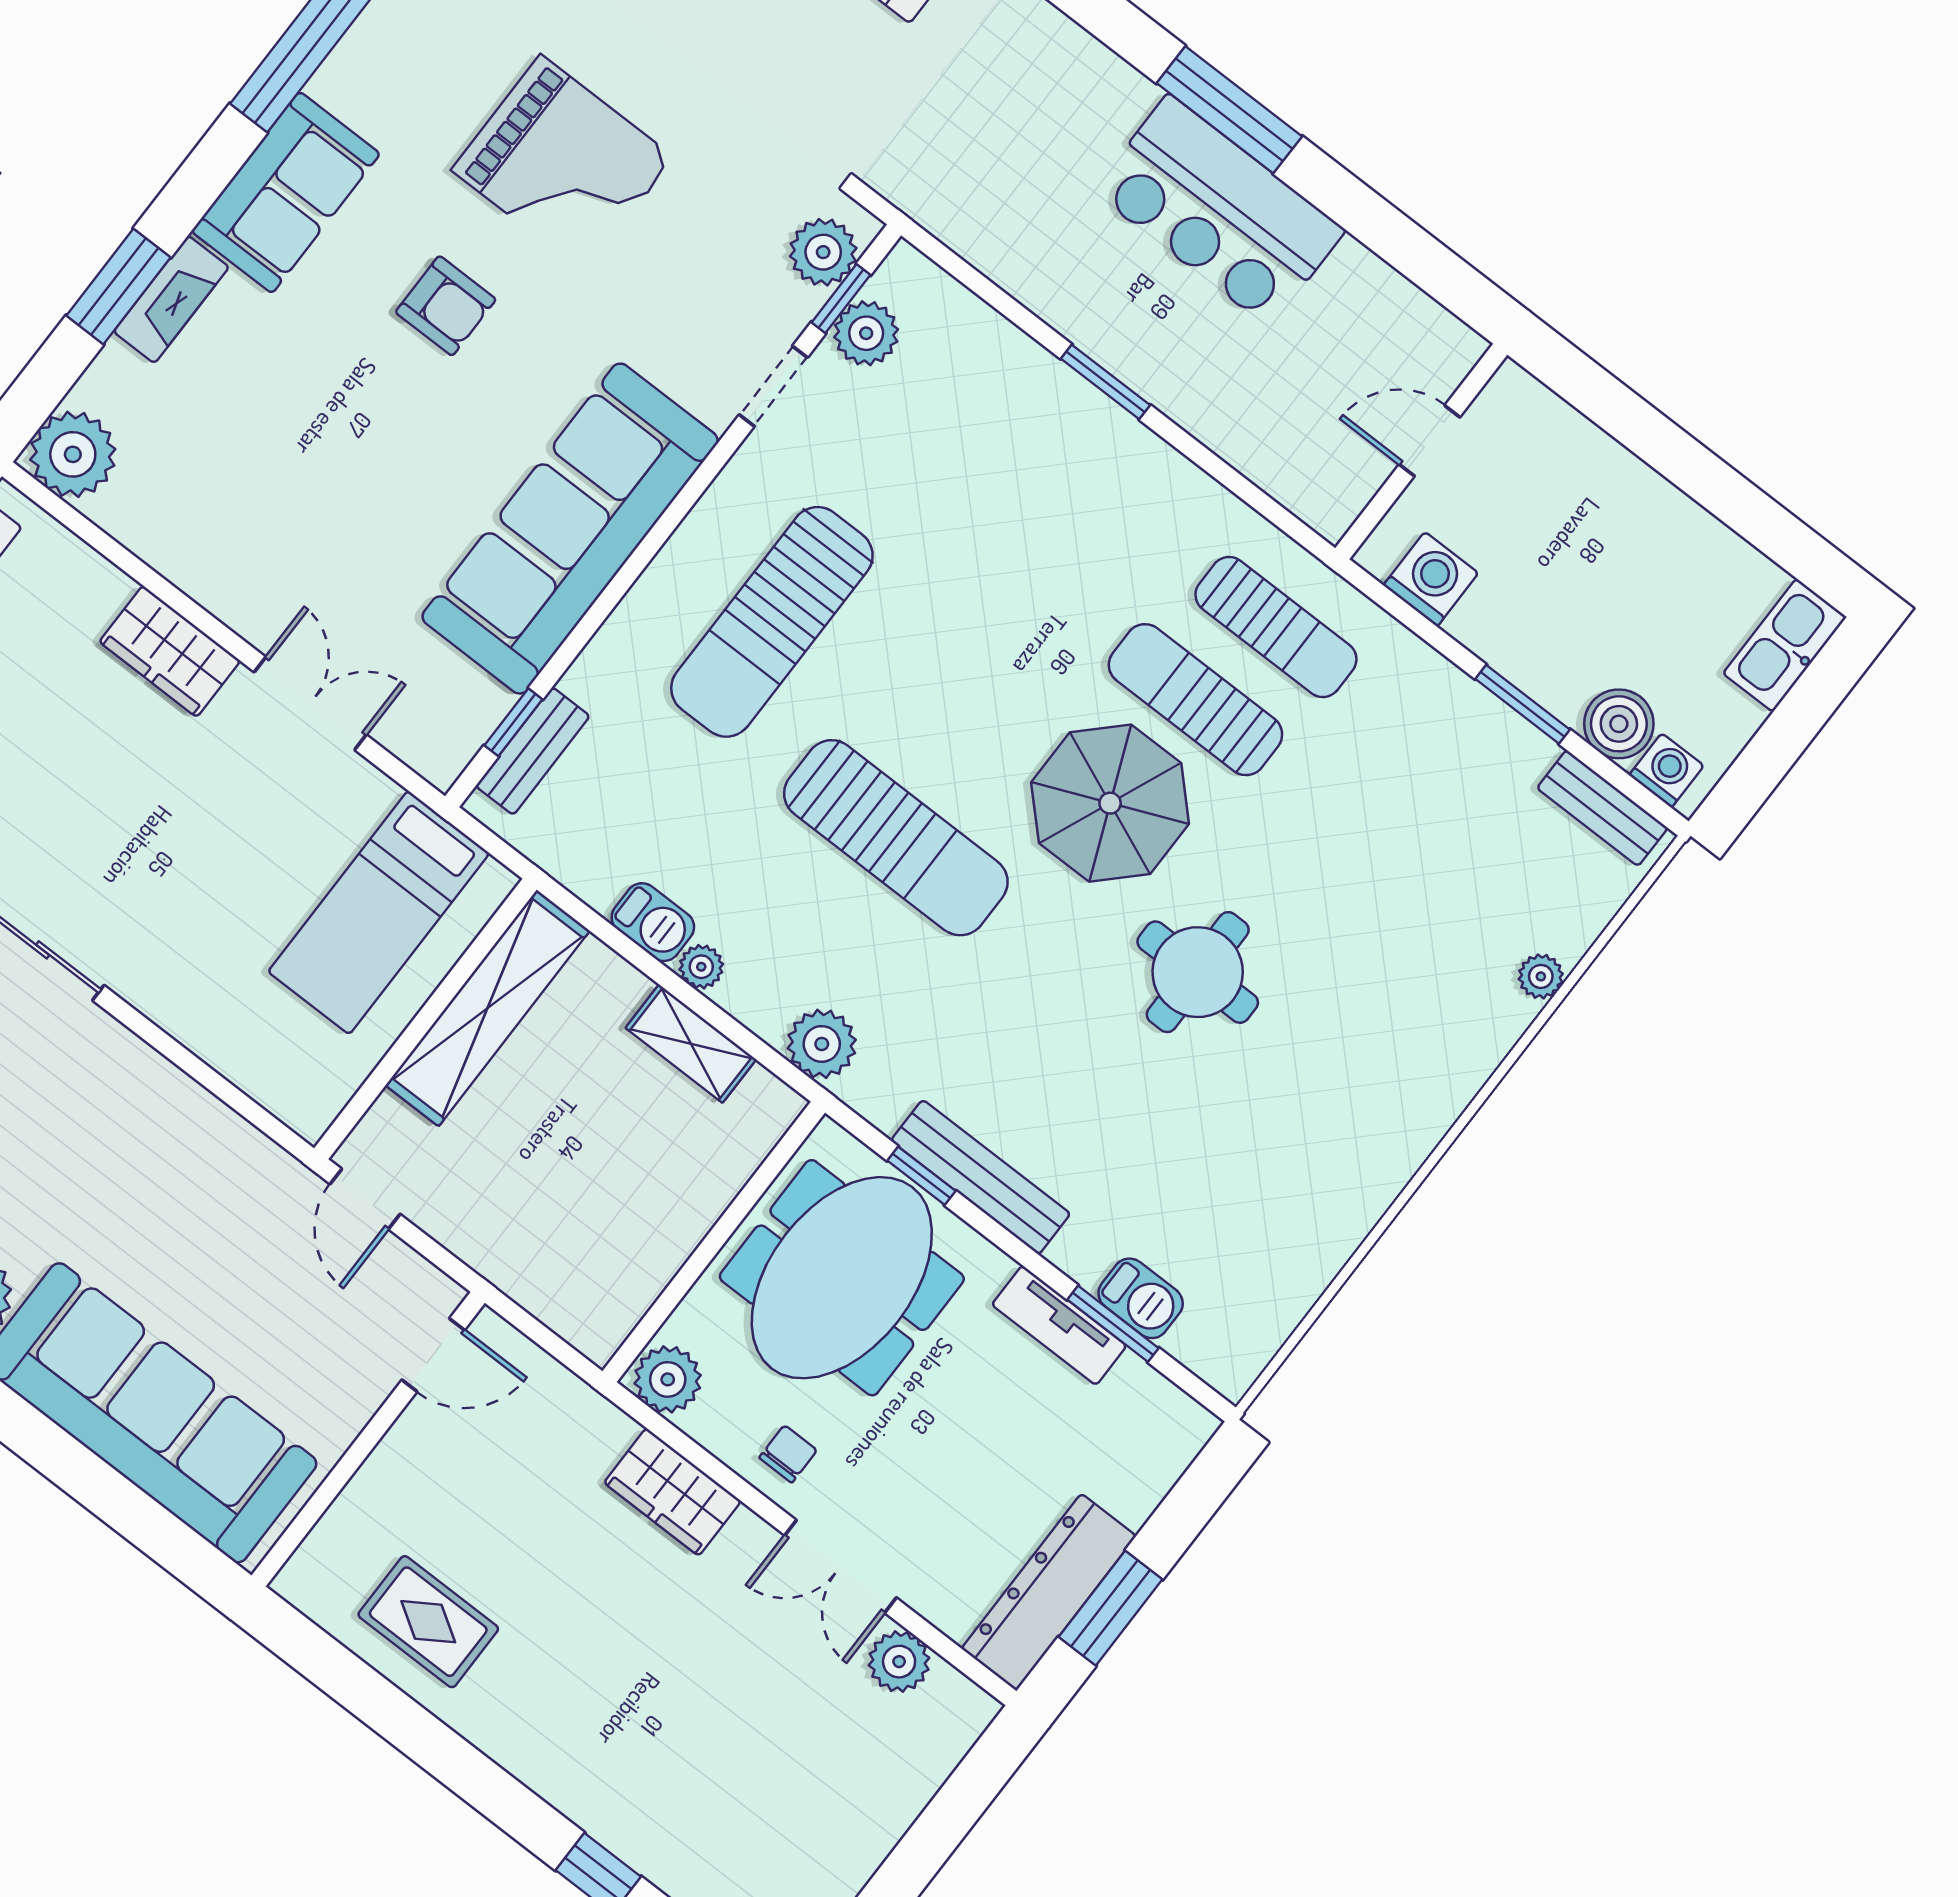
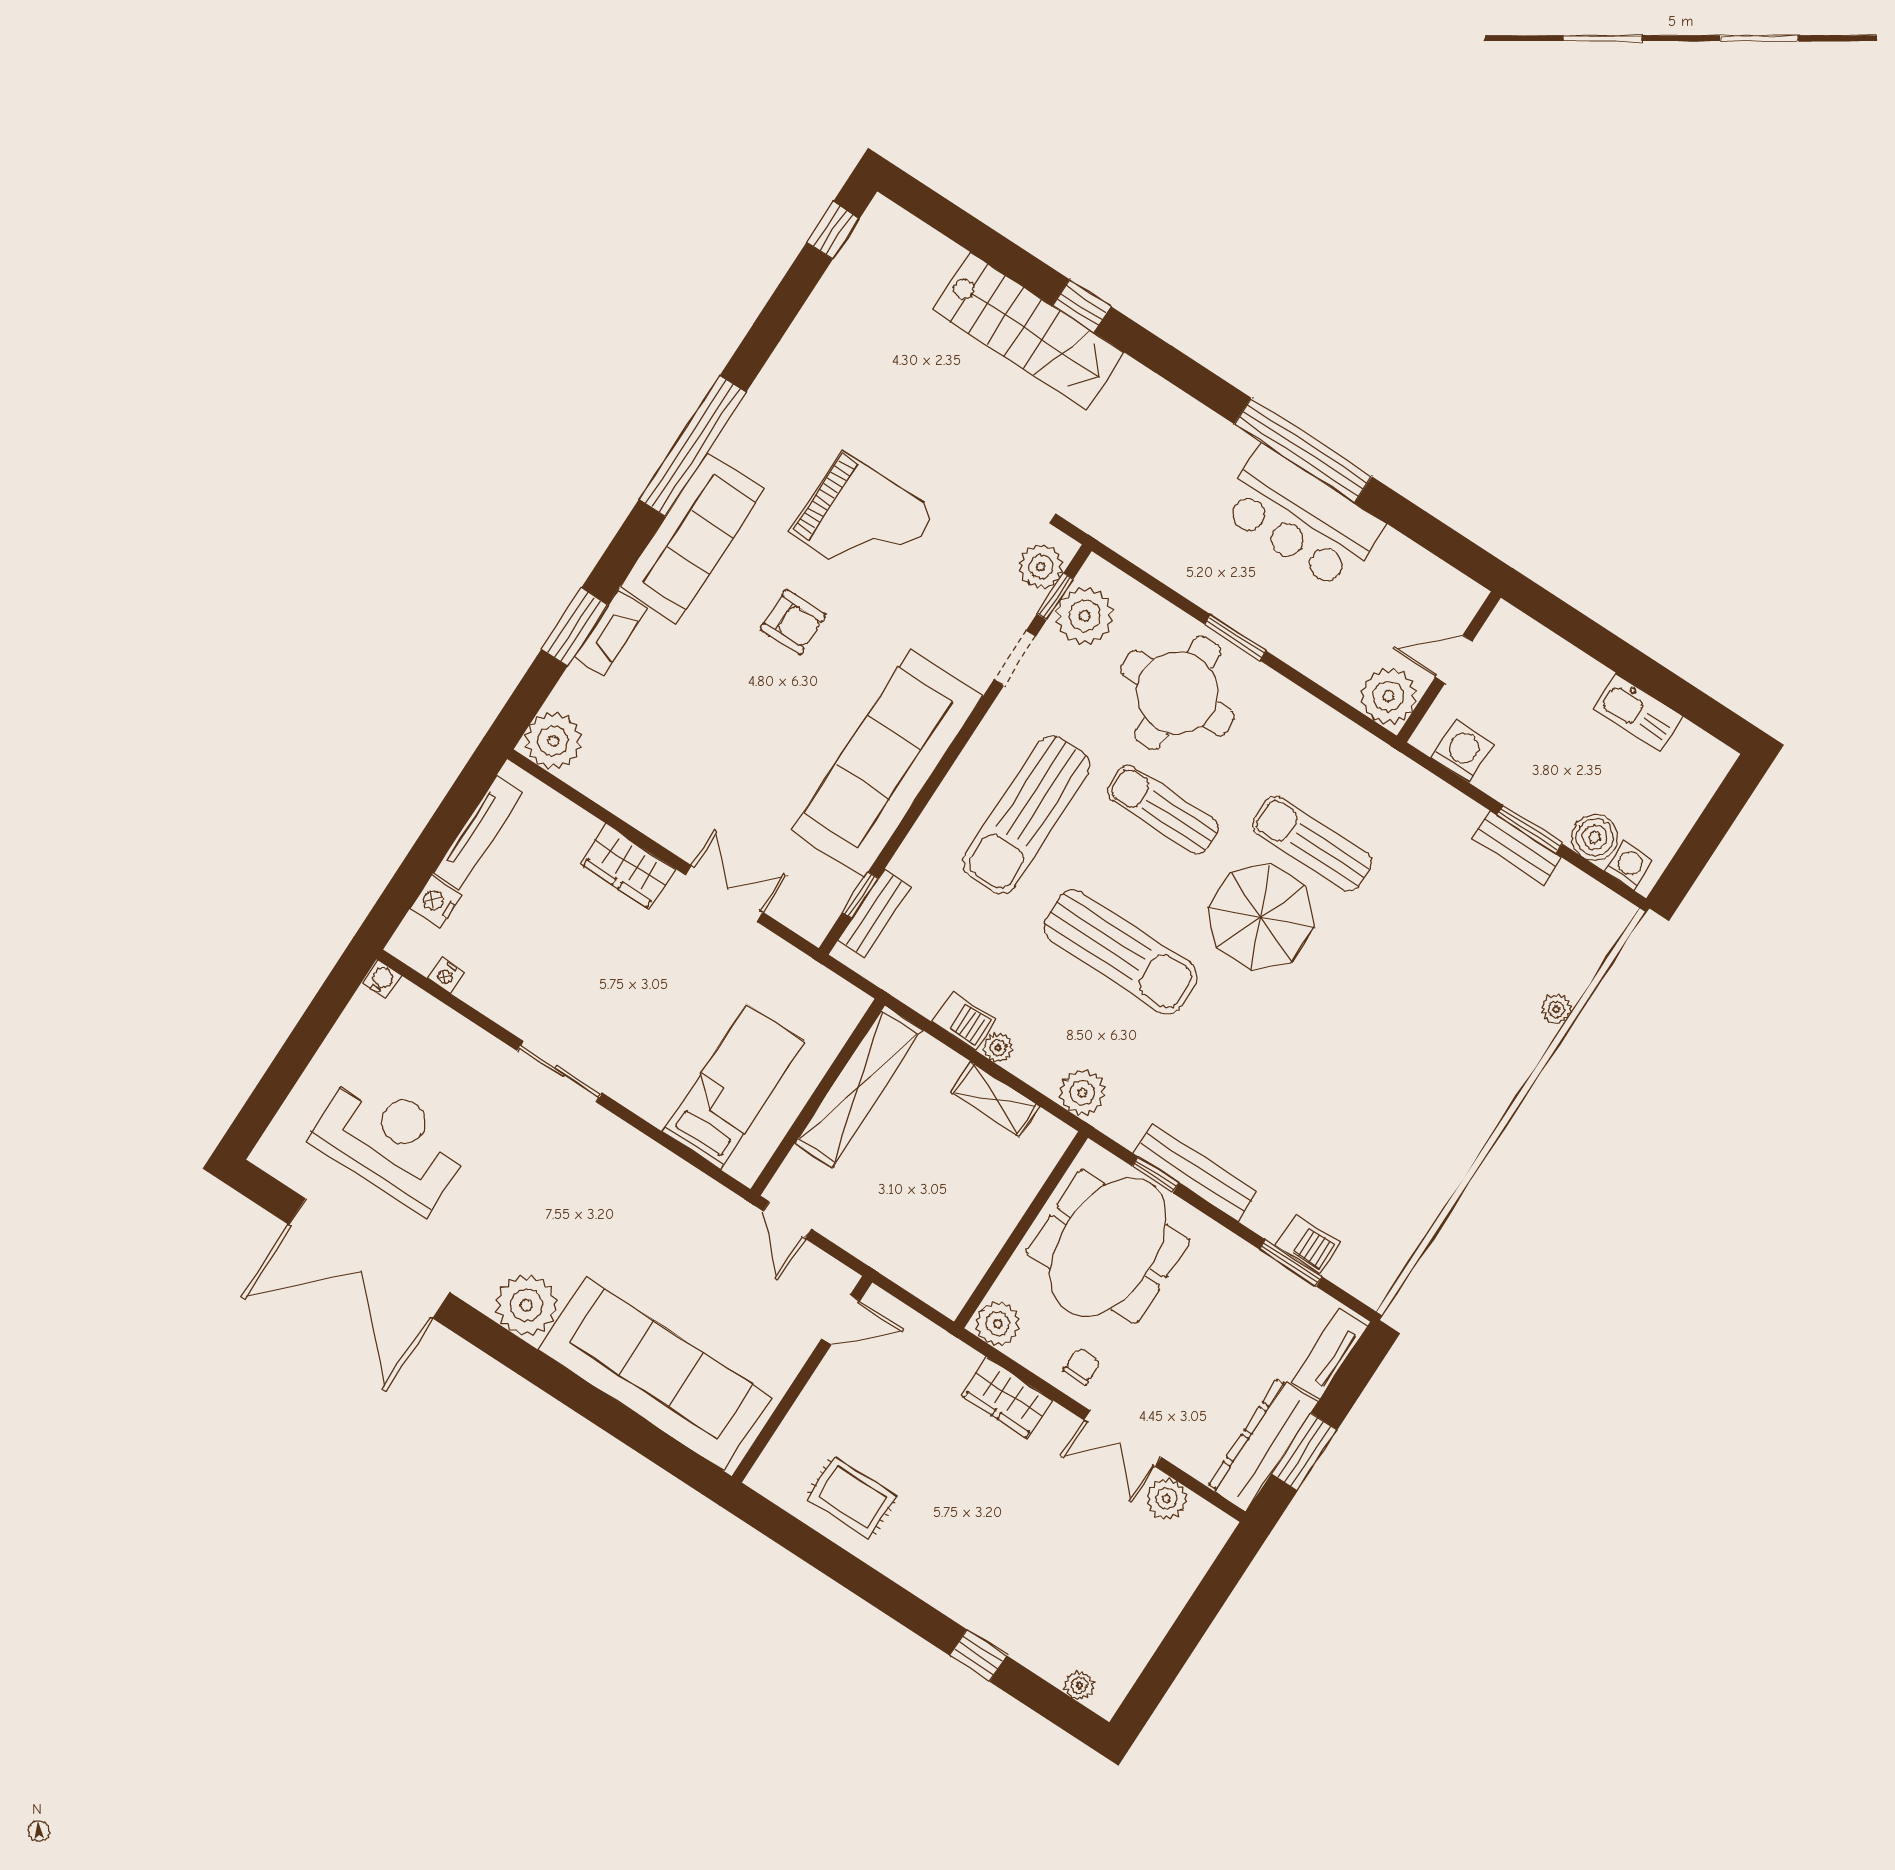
window: (1229, 110) -> (1303, 450), width x1.46
sofa: (286, 192) -> (692, 538), width x1.36
plant: (866, 333) -> (1085, 616), width x1.36, depth x1.36
plant: (1328, 488) -> (1388, 696), added
sun lounger: (1276, 627) -> (1163, 810), moved, turned 180
kitchen sink: (1785, 645) -> (1638, 712), moved, turned -90
bench: (1602, 808) -> (1517, 848), moved
bed: (379, 913) -> (734, 1087), moved, turned 180
round table: (1198, 972) -> (1177, 693), moved, width x1.36, depth x1.36
tv unit: (1059, 1325) -> (1329, 1354), moved, turned 90

